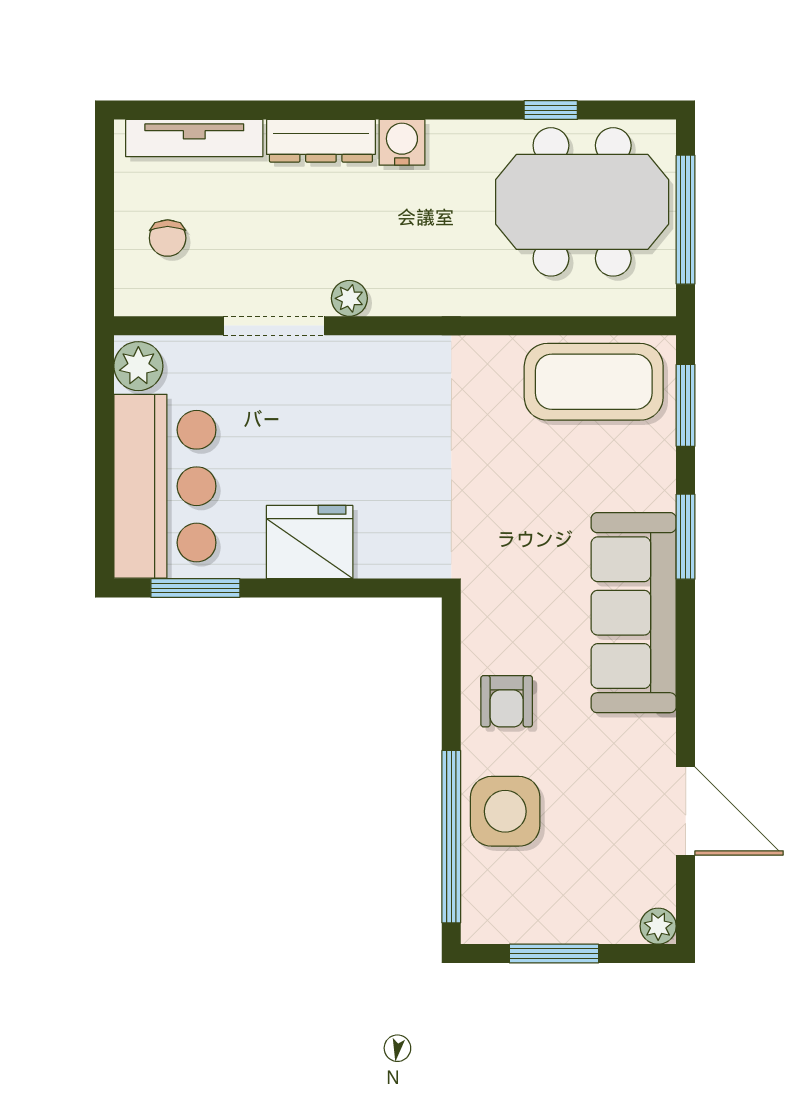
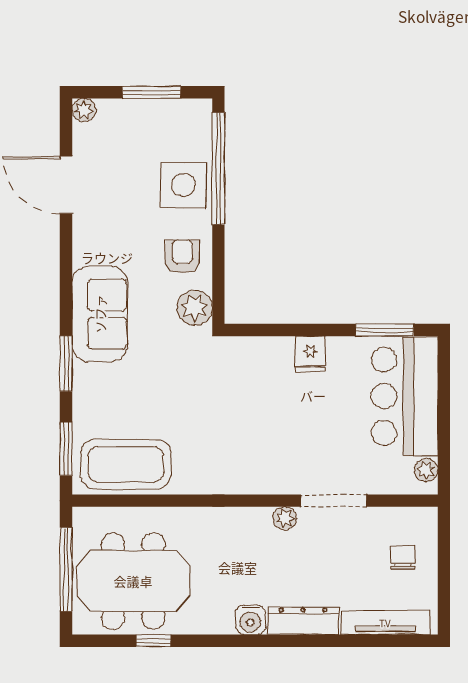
plant: (138, 366) -> (426, 470), width x0.73, depth x0.73
fridge: (310, 542) -> (311, 354), width x0.53, depth x0.75
sofa: (634, 613) -> (100, 314), width x0.73
plant: (488, 622) -> (195, 308), added

